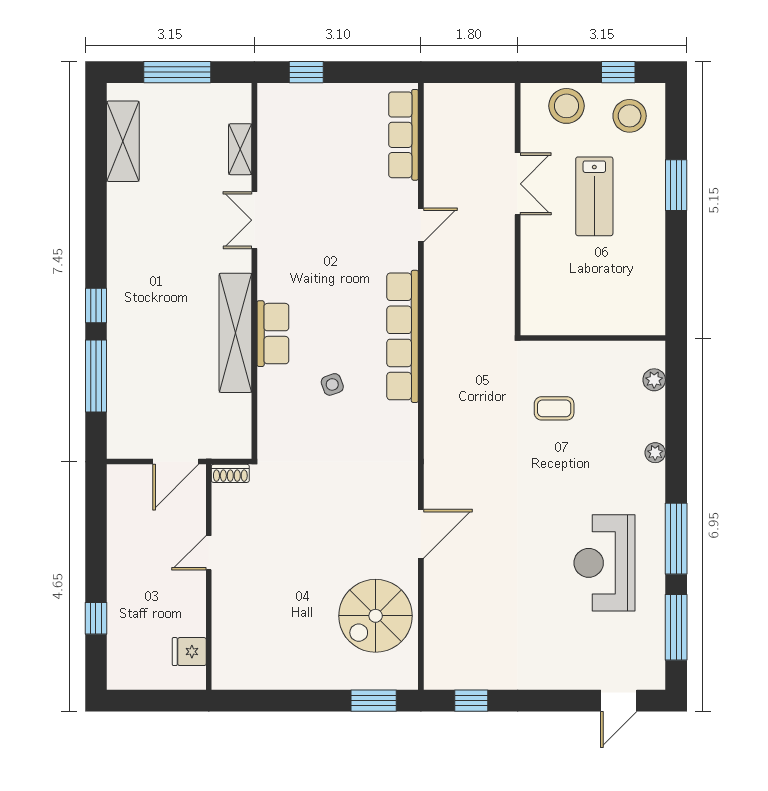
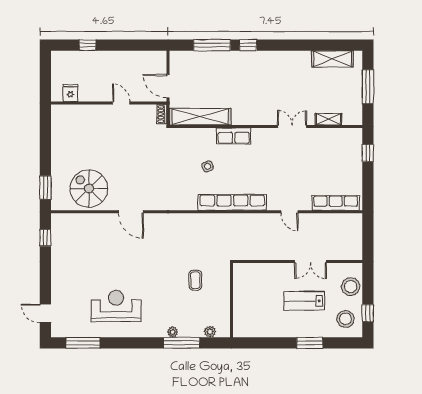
shelving: (235, 333) -> (200, 117), moved
window: (676, 539) -> (182, 343), moved

